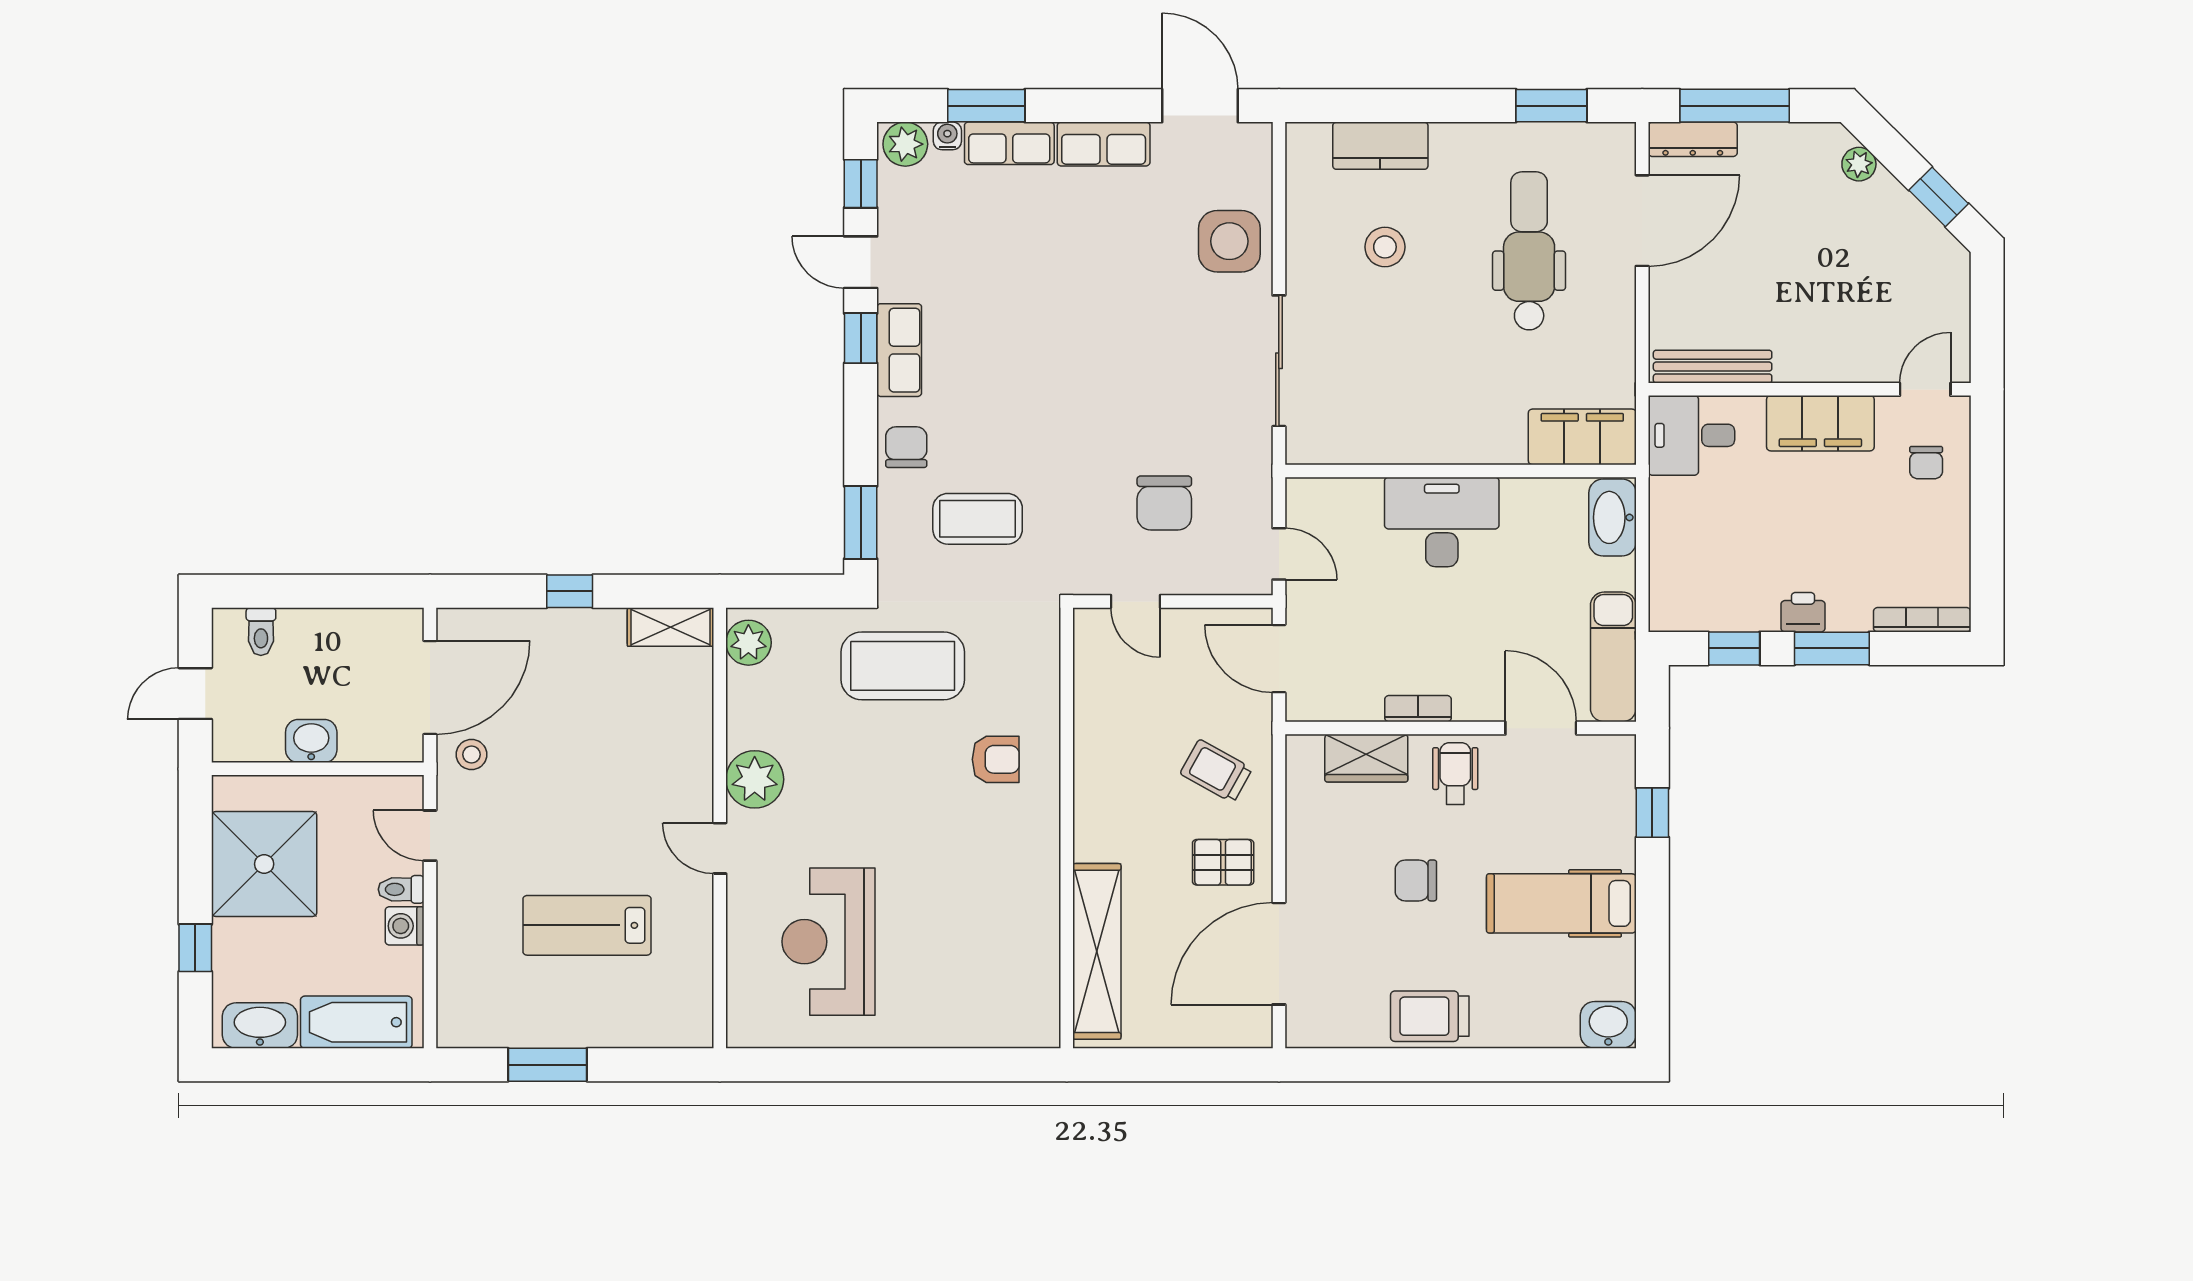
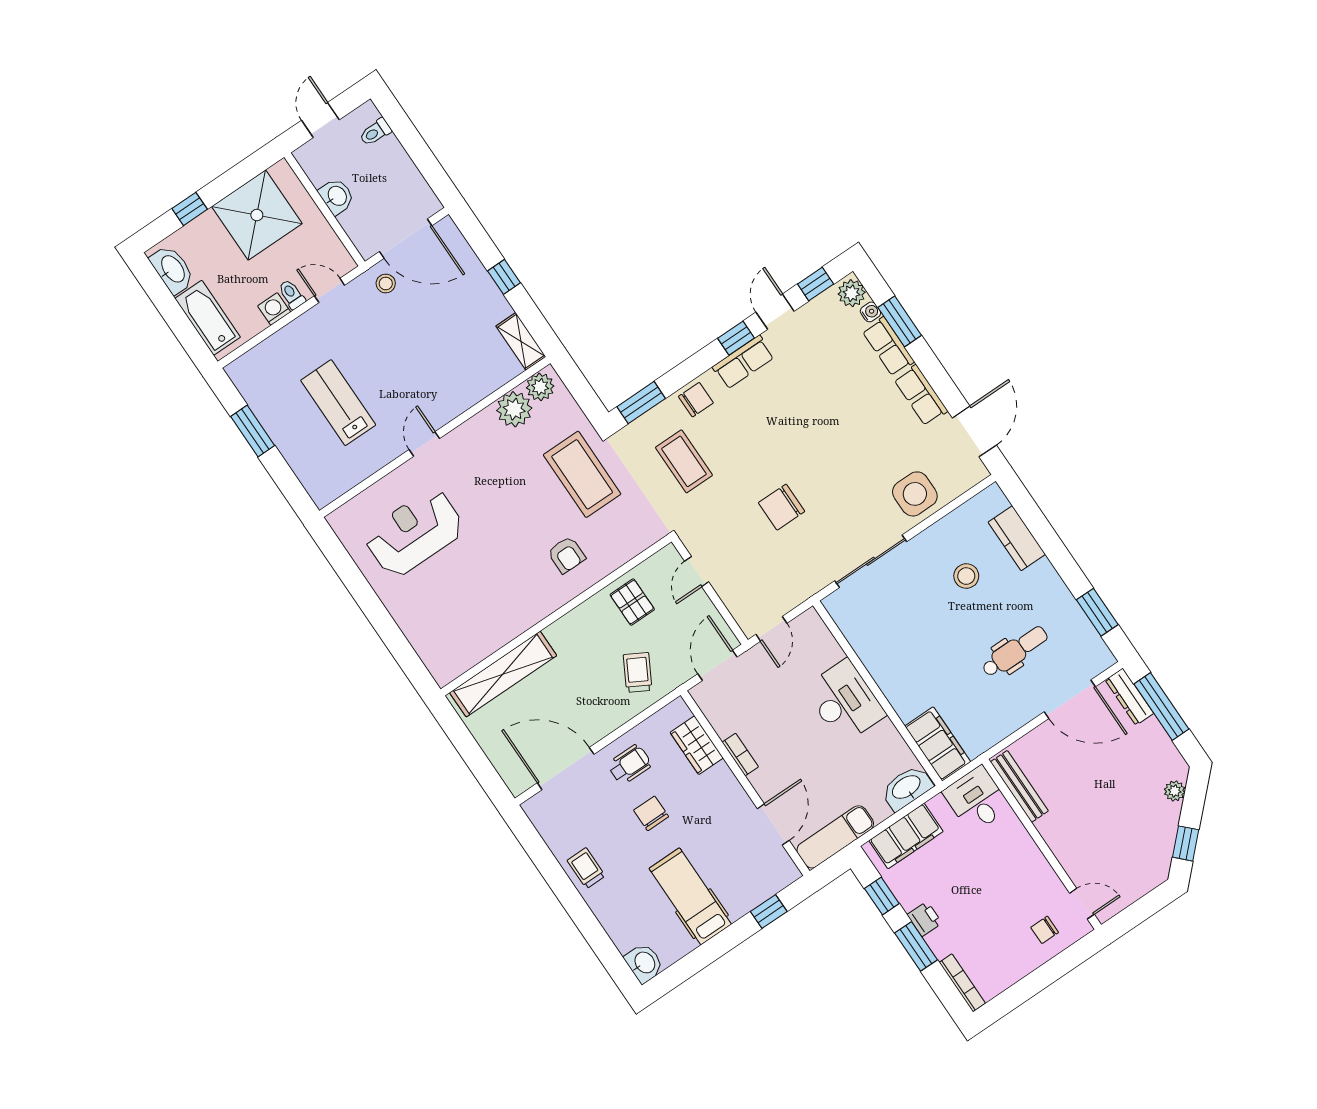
dental chair: (1529, 251) -> (1015, 652), width x0.73, depth x0.72
filing cabinet: (1820, 423) -> (906, 836), moved, turned -90
chair: (1164, 503) -> (782, 507), moved
door: (195, 694) -> (320, 120), hinge flipped
wheelchair: (1455, 774) -> (629, 765), moved
plant: (755, 779) -> (514, 409), moved
door: (430, 836) -> (329, 290), hinge flipped
pallet: (1223, 862) -> (632, 602), moved
trolley: (1430, 1016) -> (586, 868), width x0.73, depth x0.72

